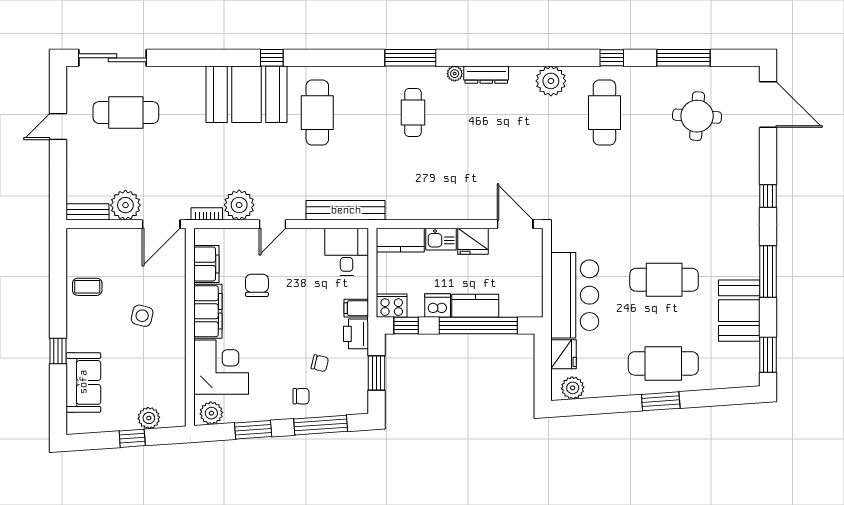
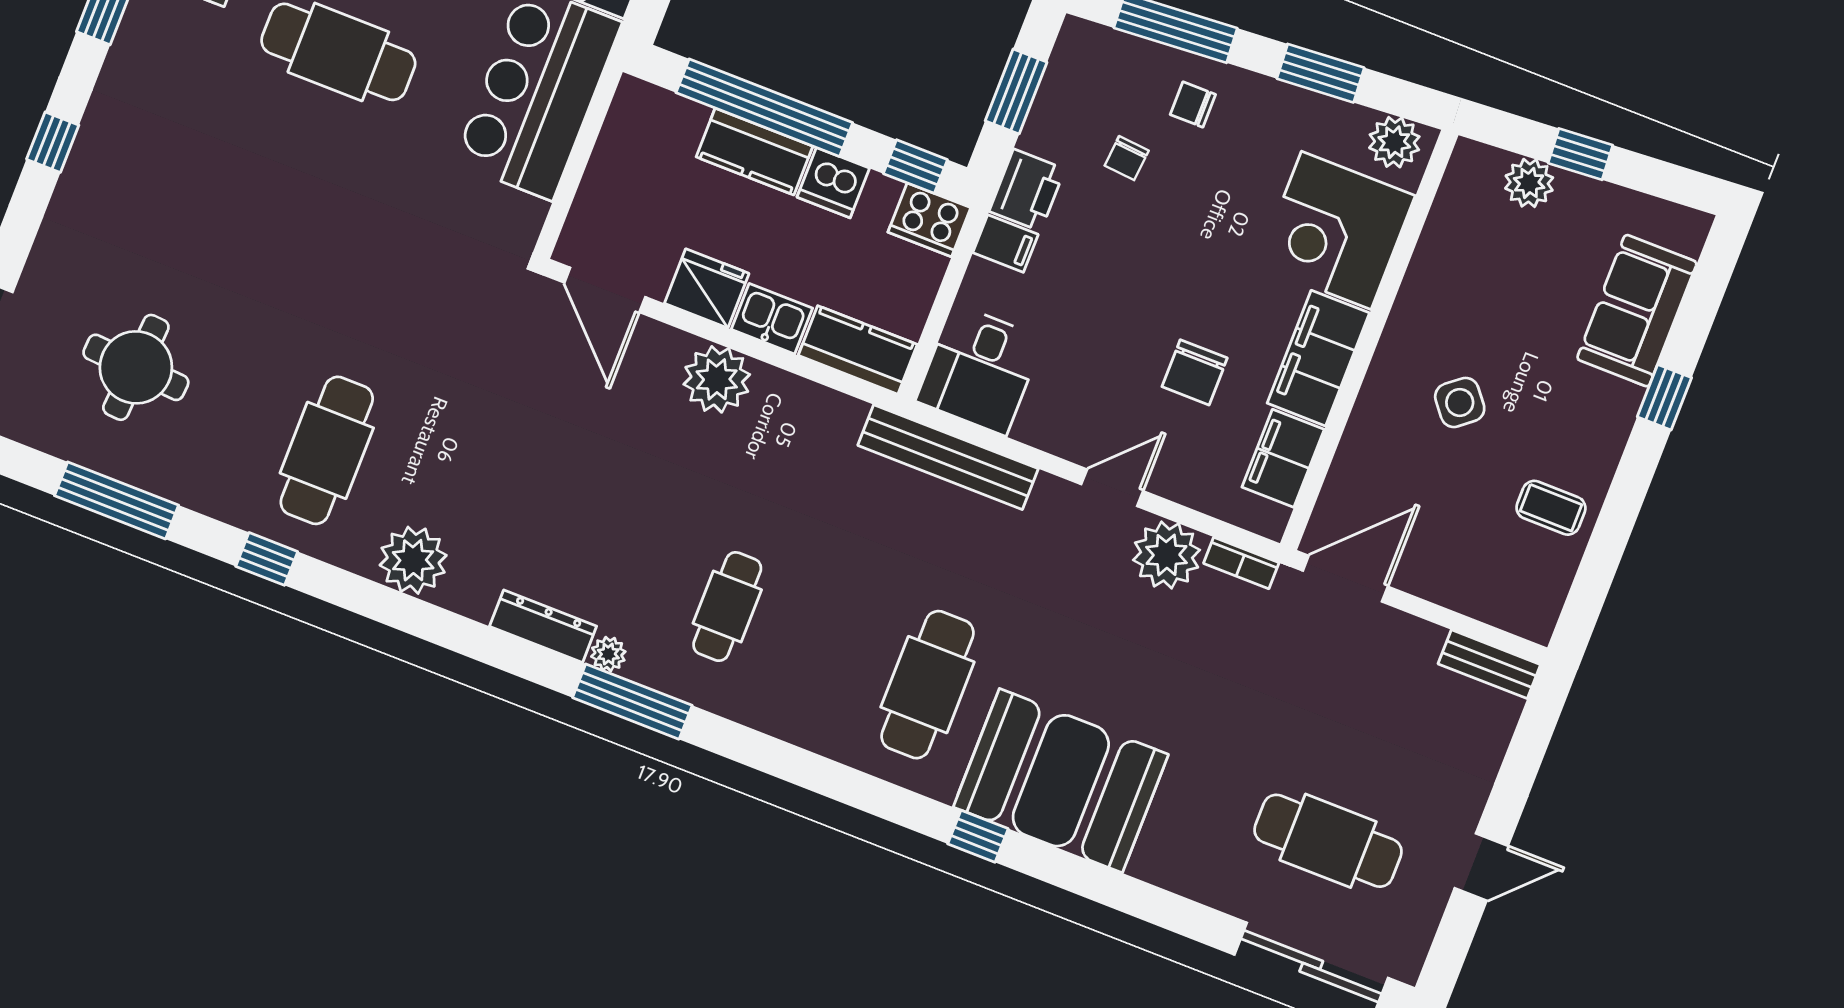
window: (410, 58) -> (632, 702), moved
plant: (125, 205) -> (717, 379), moved
side table: (142, 316) -> (1460, 402), turned 37
chair: (320, 363) -> (1127, 158), turned -98

